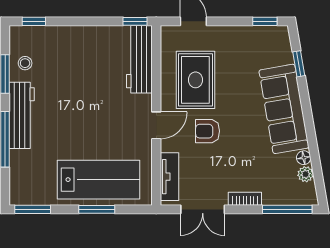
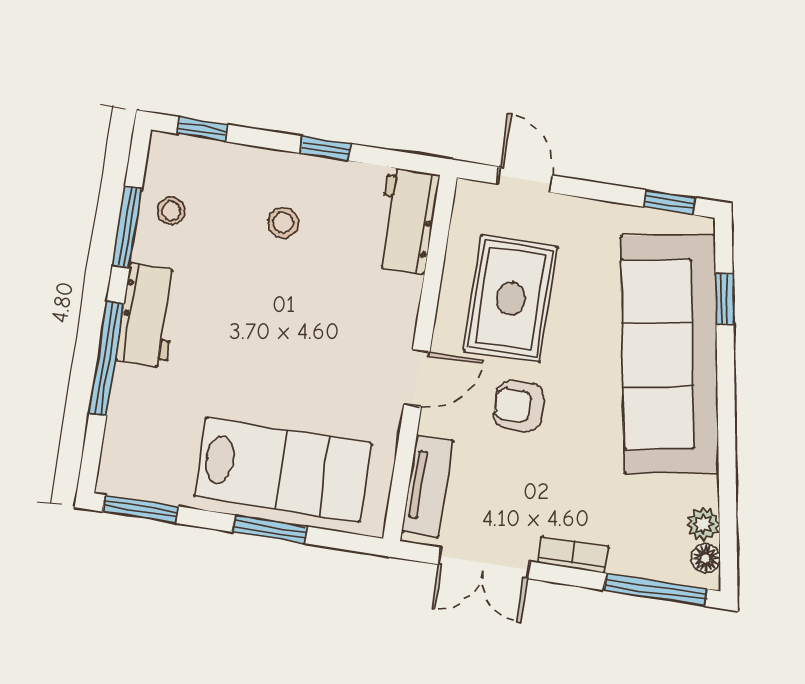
window: (135, 21) -> (325, 148), moved
workbench: (139, 59) -> (407, 221), width x0.73
stool: (80, 60) -> (283, 223), added
sofa: (284, 109) -> (670, 354), width x1.36, depth x1.27
workbench: (22, 115) -> (148, 315), width x0.73
floor lamp: (304, 158) -> (706, 558), moved

